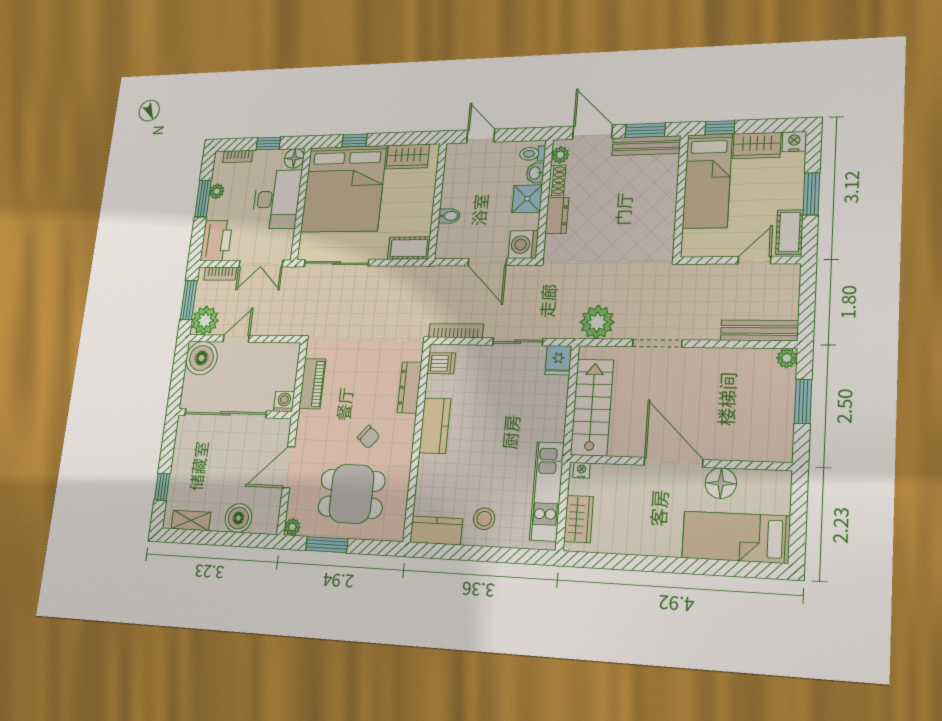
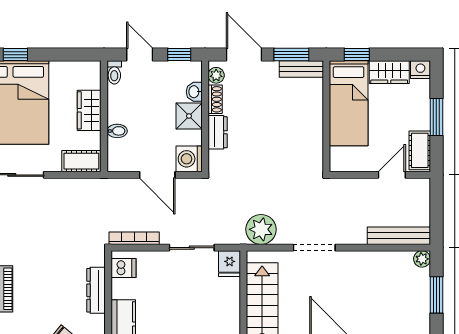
window: (522, 135) -> (179, 55), added
bench: (646, 146) -> (301, 69), width x0.73
toilet: (533, 154) -> (114, 72), moved, turned -90
wardrobe: (408, 157) -> (89, 110), moved, turned 90

